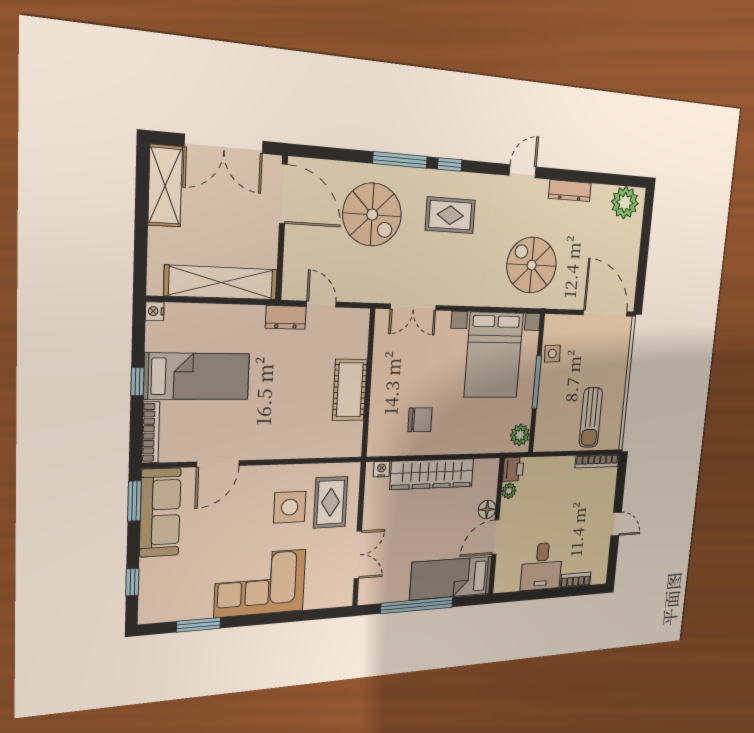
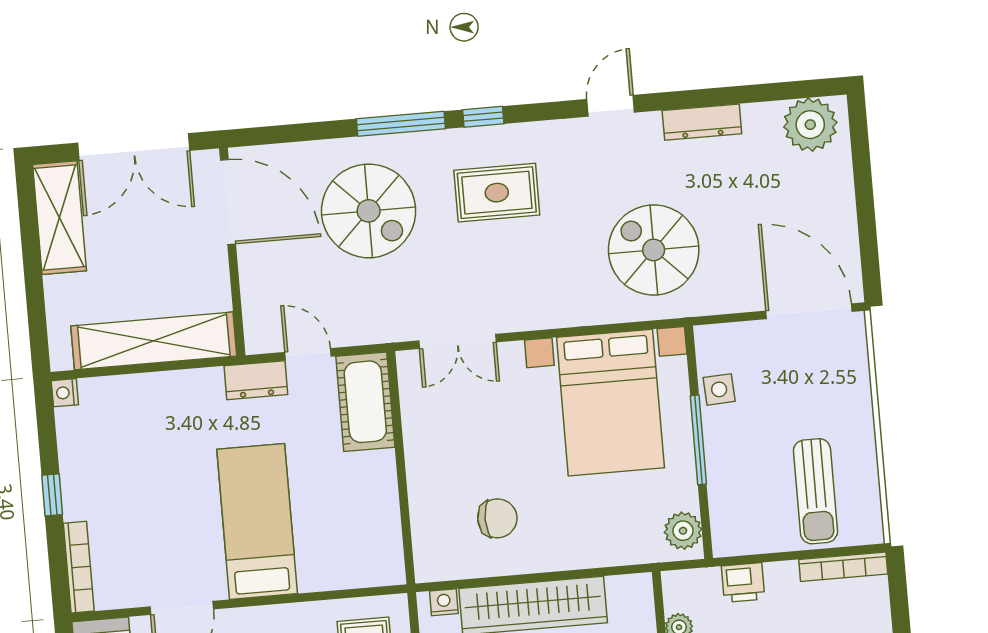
bed: (197, 376) -> (257, 521), moved, turned -90
cot: (350, 390) -> (365, 402), moved
printer: (513, 469) -> (743, 583), moved, turned 90

